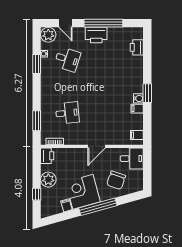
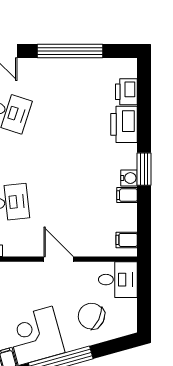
printer: (96, 35) -> (124, 124), moved, turned 90
door: (97, 146) -> (59, 259), swing flipped
chair: (116, 180) -> (91, 316), turned 96

